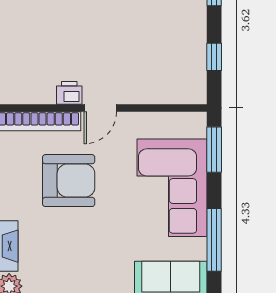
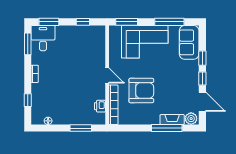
printer: (69, 93) -> (100, 106), moved
armchair: (69, 181) -> (141, 90), turned 90

